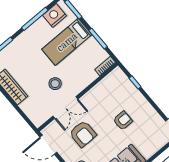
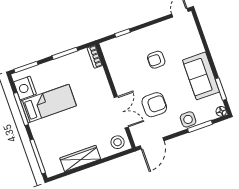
bed: (67, 42) -> (48, 103), moved, turned -90
stool: (55, 84) -> (118, 142), moved
armchair: (123, 121) -> (156, 60), turned -90

